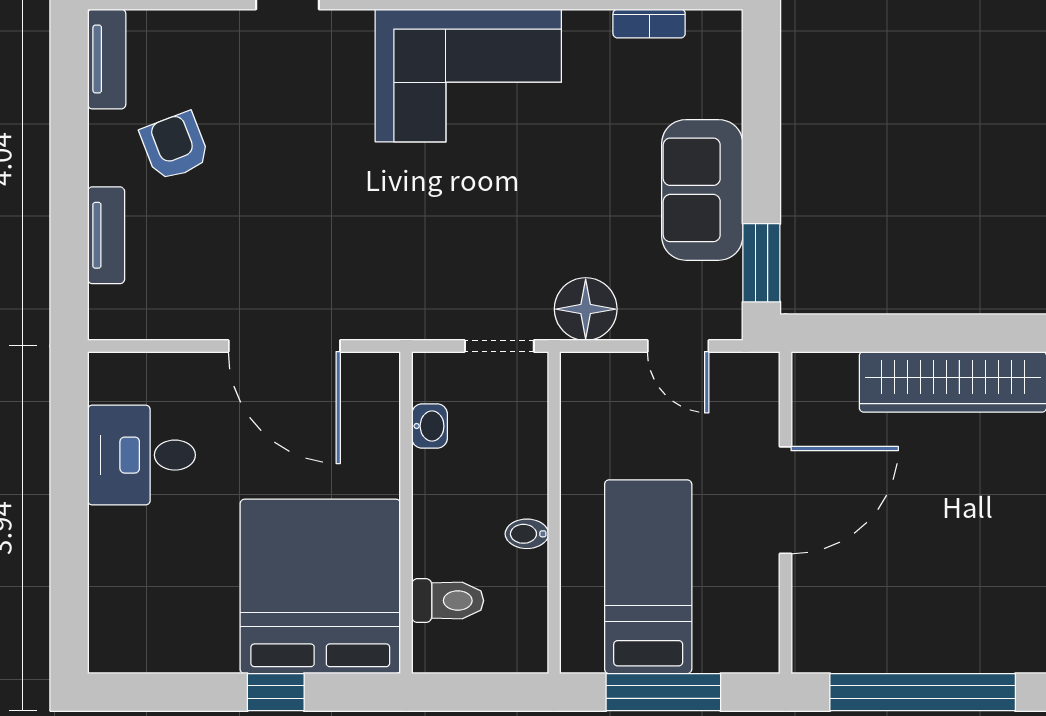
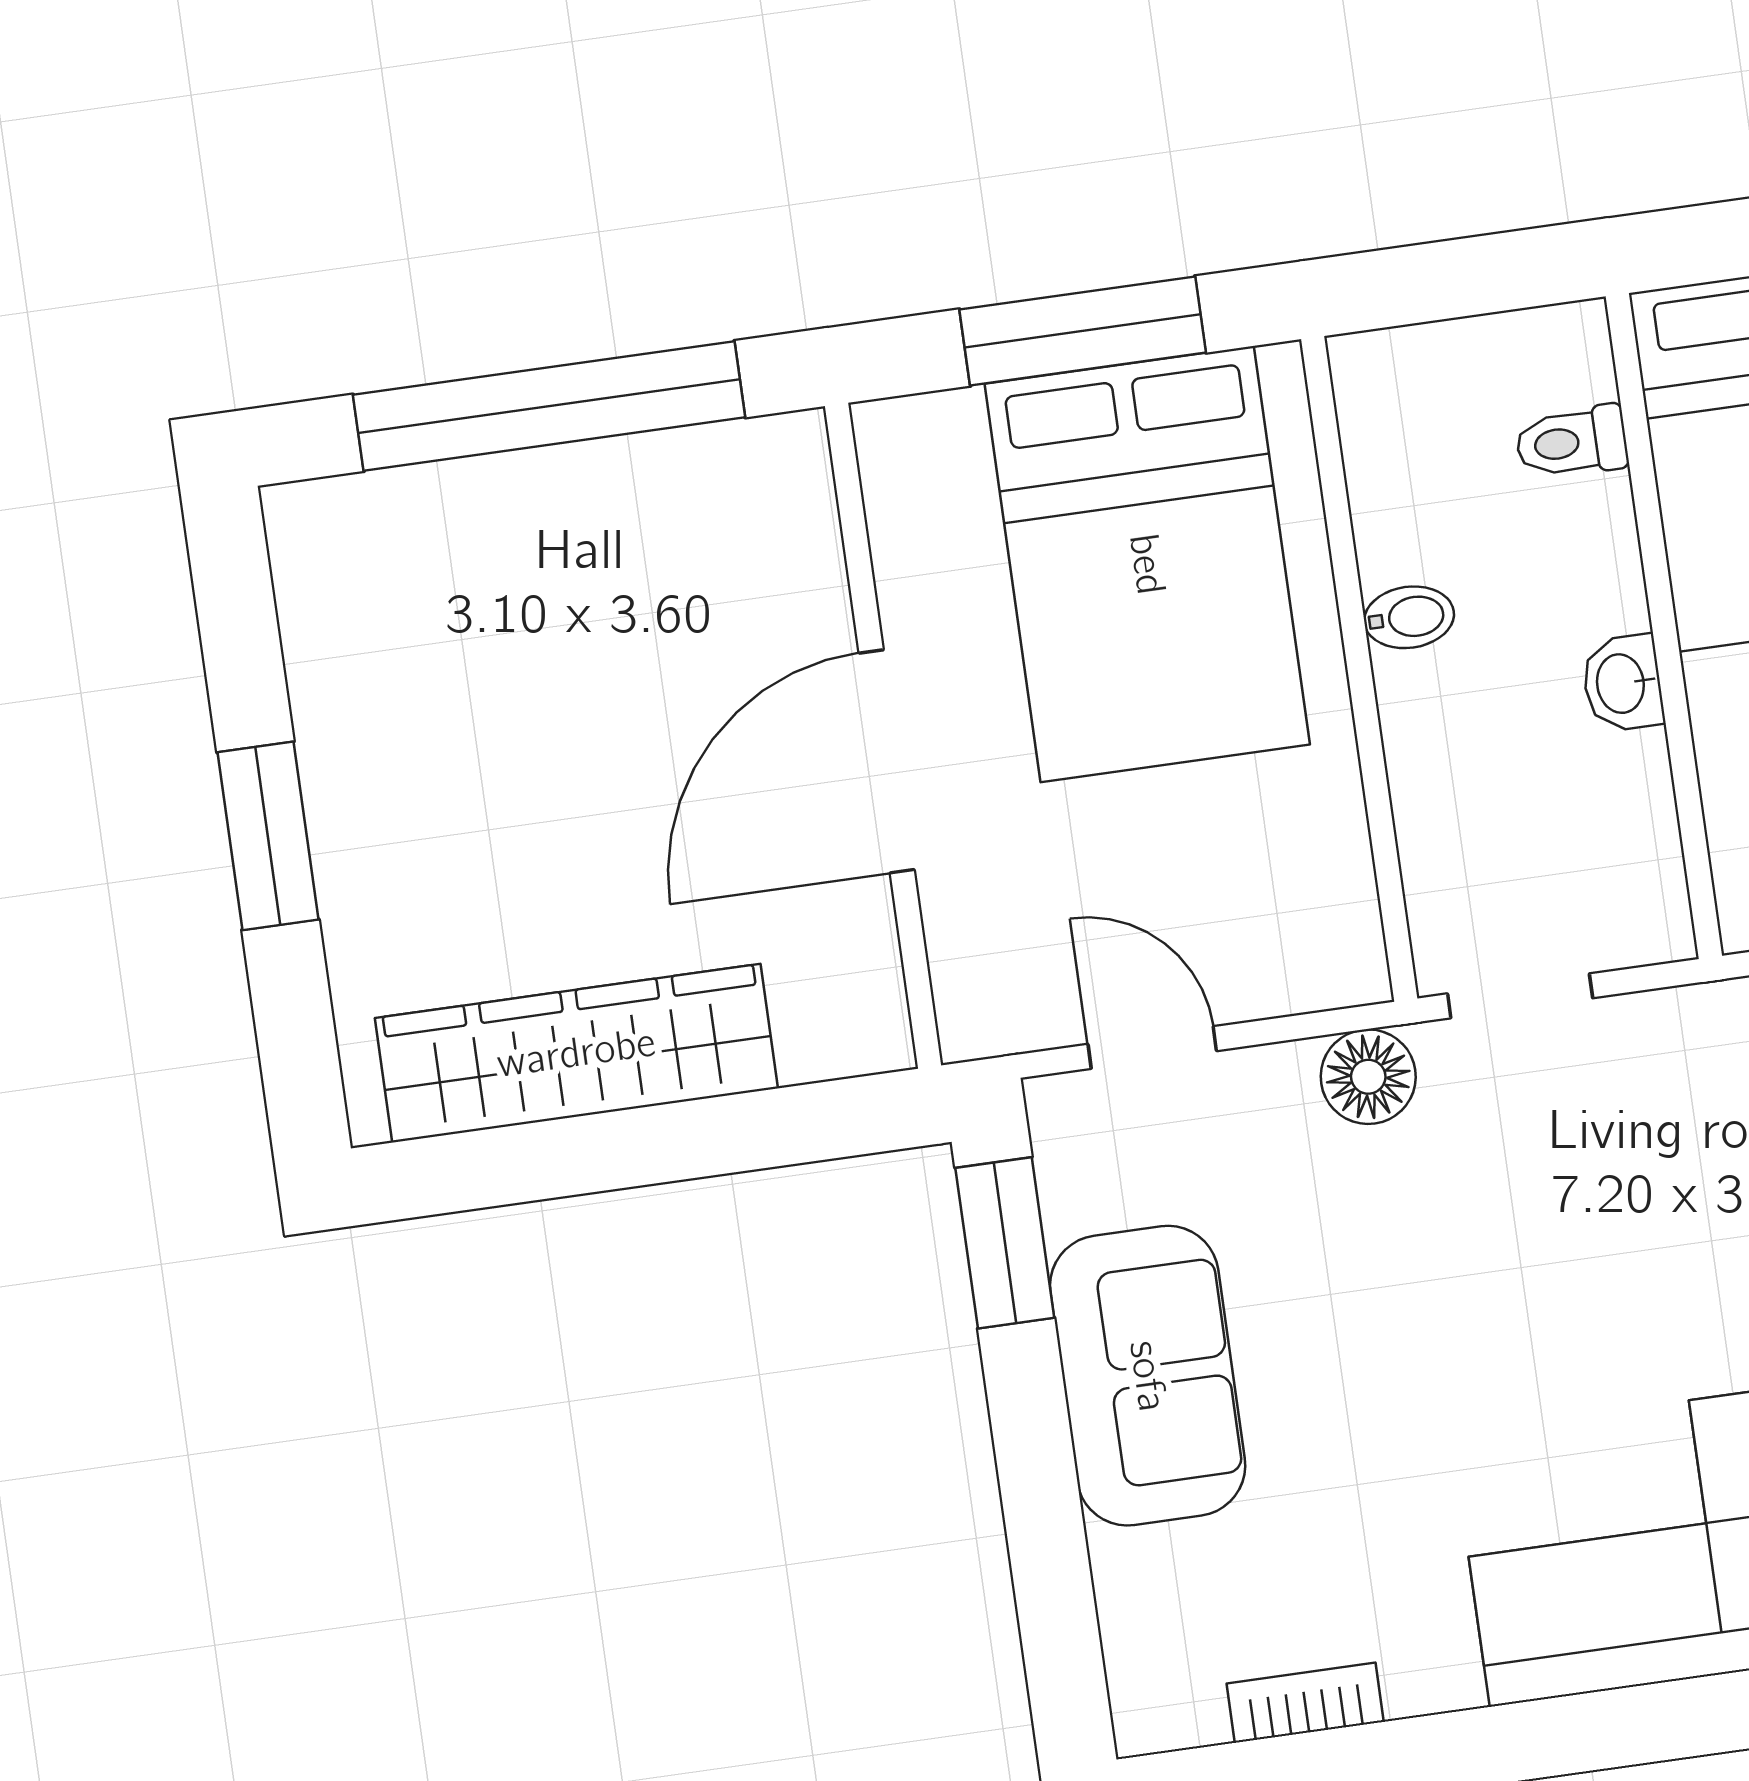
floor lamp: (586, 309) -> (1368, 1077), width x0.73, depth x0.73
washbasin: (430, 426) -> (1623, 683), moved
bed: (648, 577) -> (1147, 564), width x1.50
toilet: (448, 601) -> (1572, 442), width x0.73, depth x0.72

